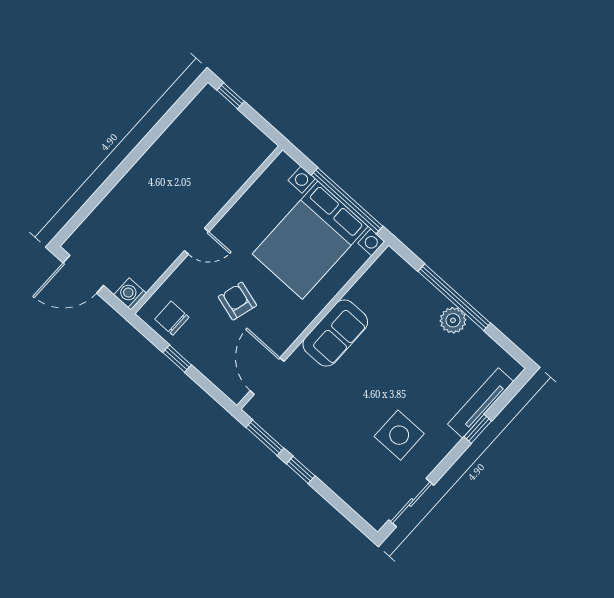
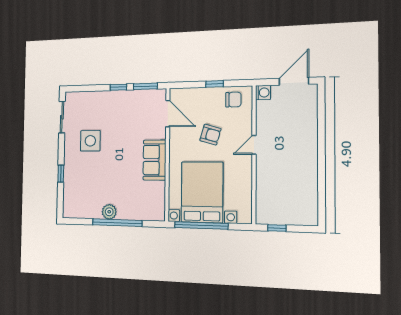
window: (231, 96) -> (277, 228), moved
tv unit: (481, 403) -> (69, 186), removed

